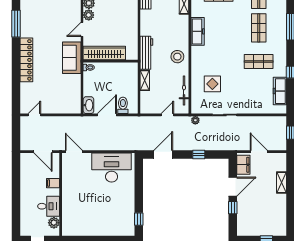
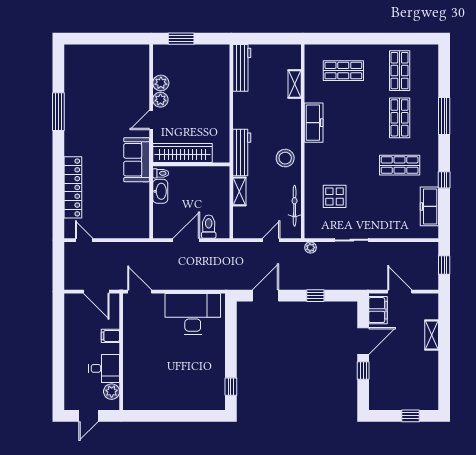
locker: (26, 60) -> (73, 187), moved
washbasin: (88, 105) -> (160, 191), moved
door: (34, 115) -> (84, 240), hinge flipped

